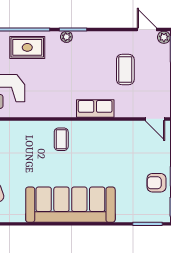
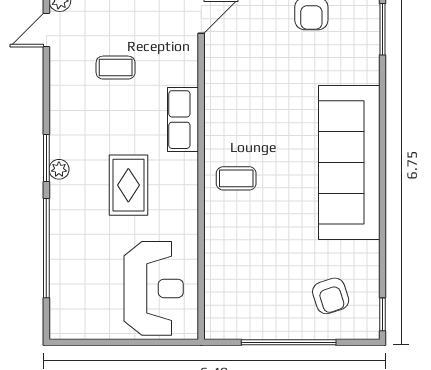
rug: (27, 47) -> (128, 185), moved
coffee table: (125, 70) -> (116, 68), width x0.73, depth x0.77

